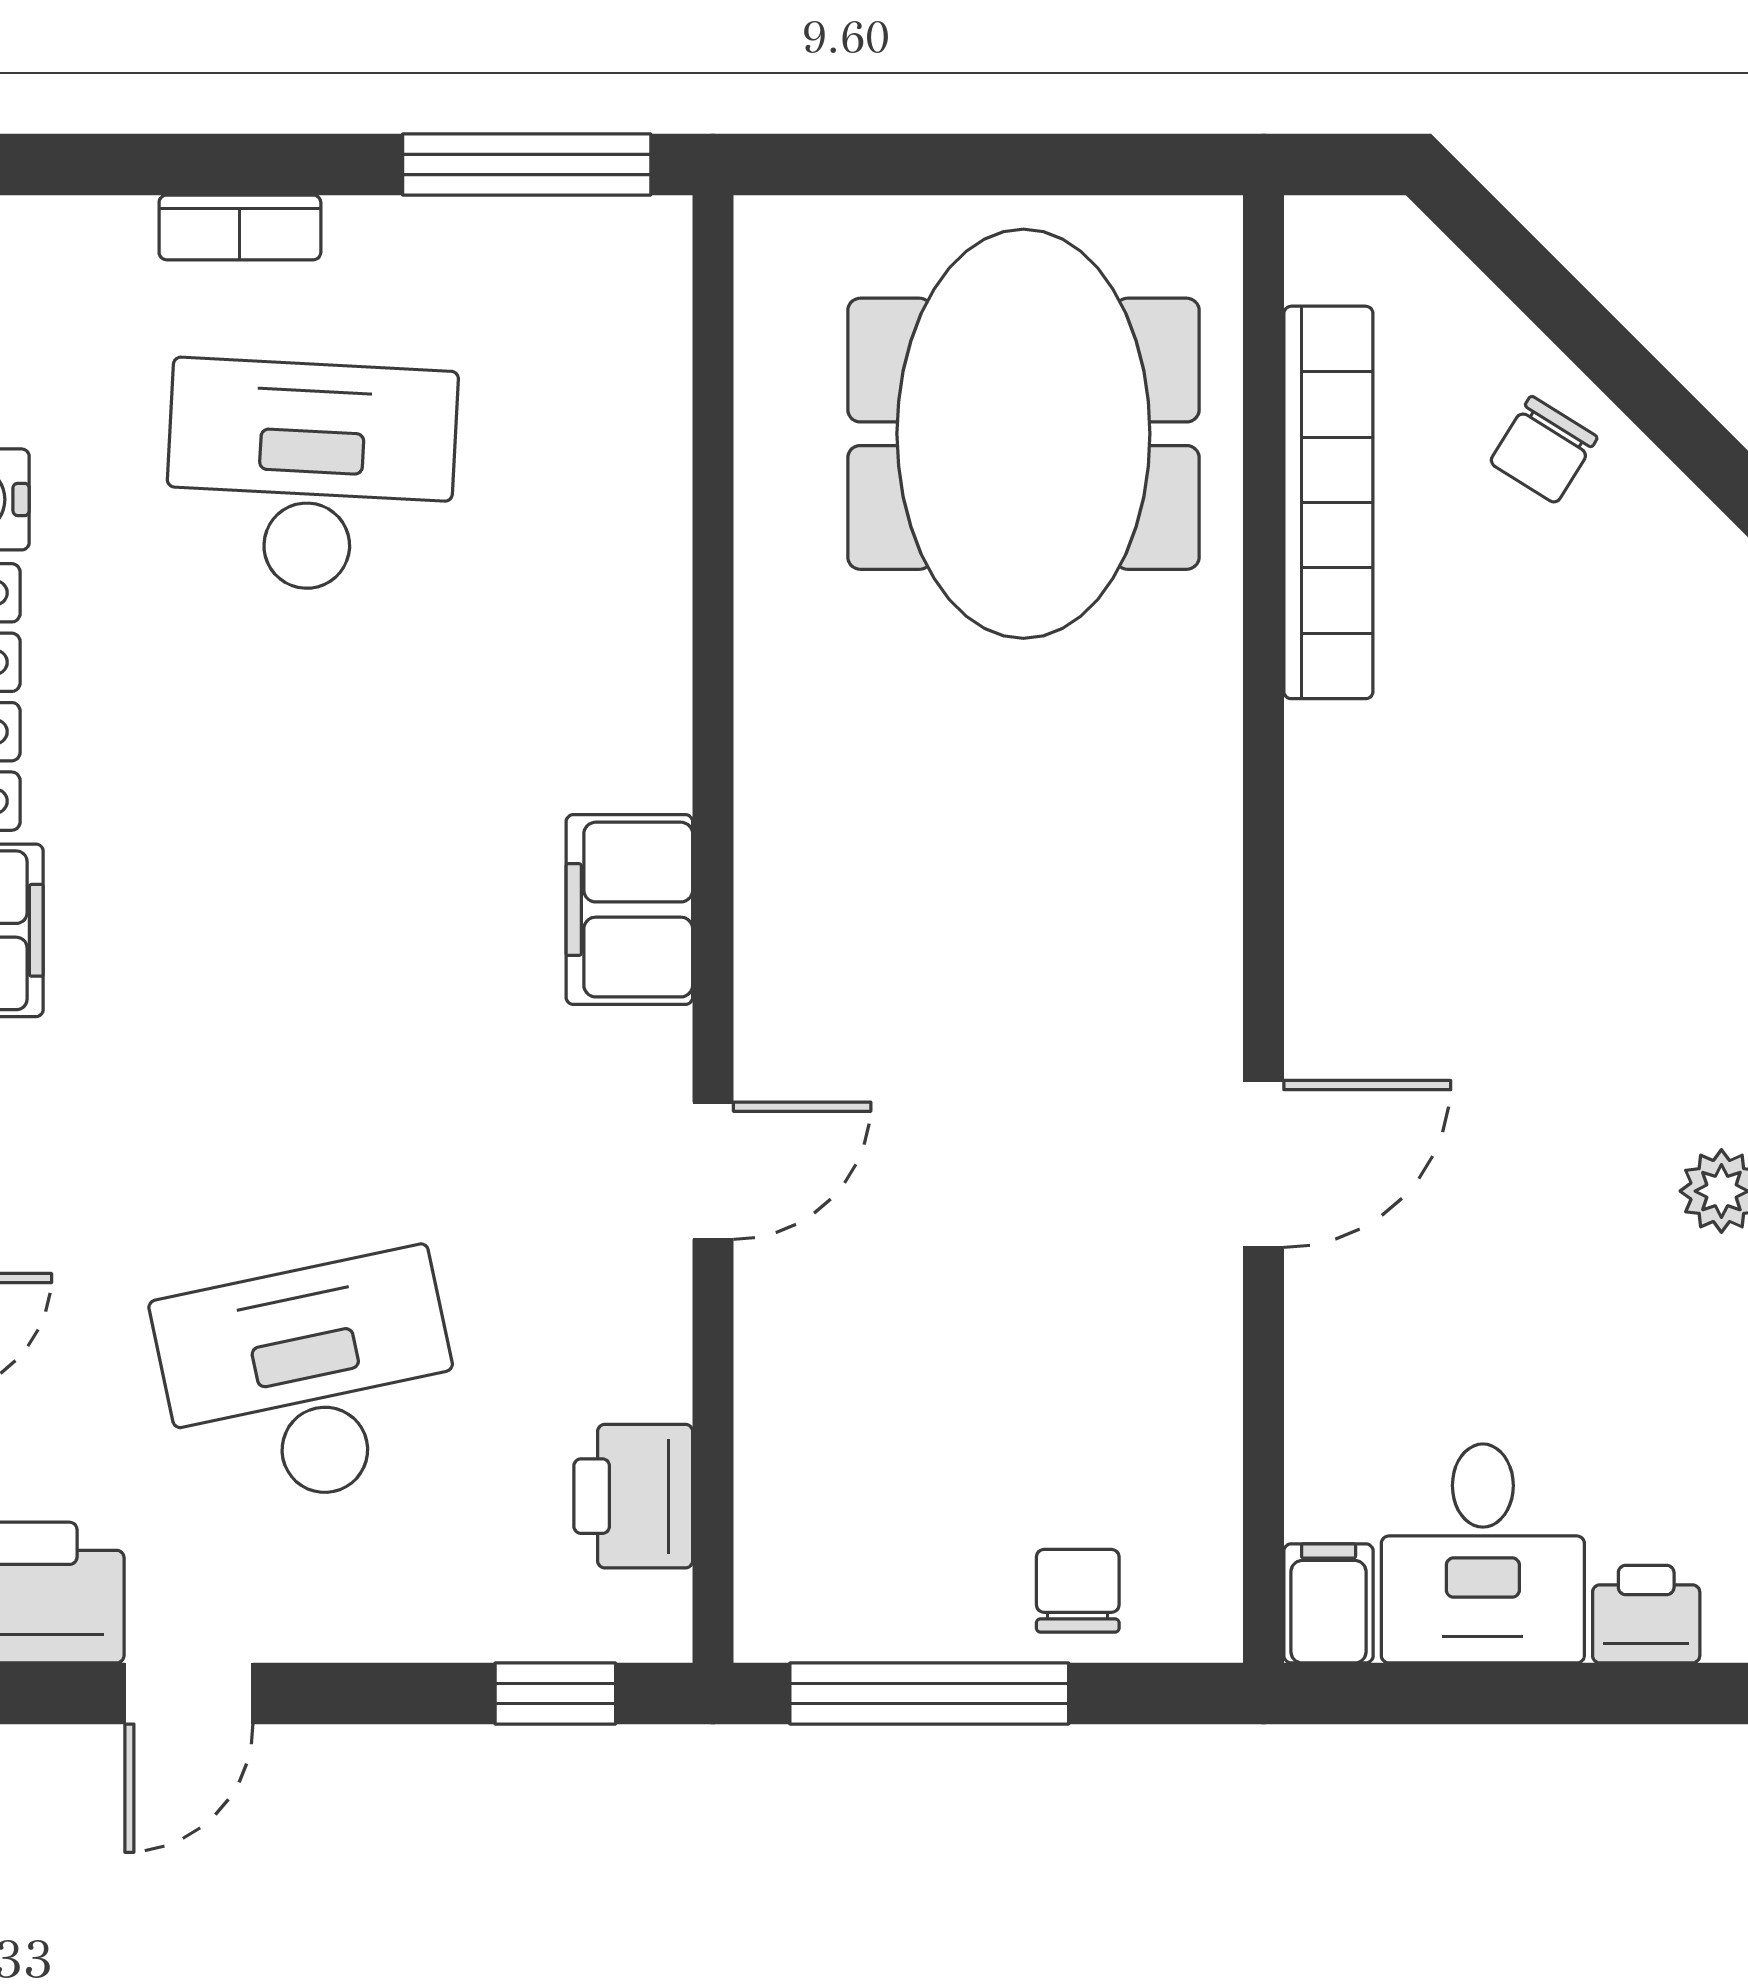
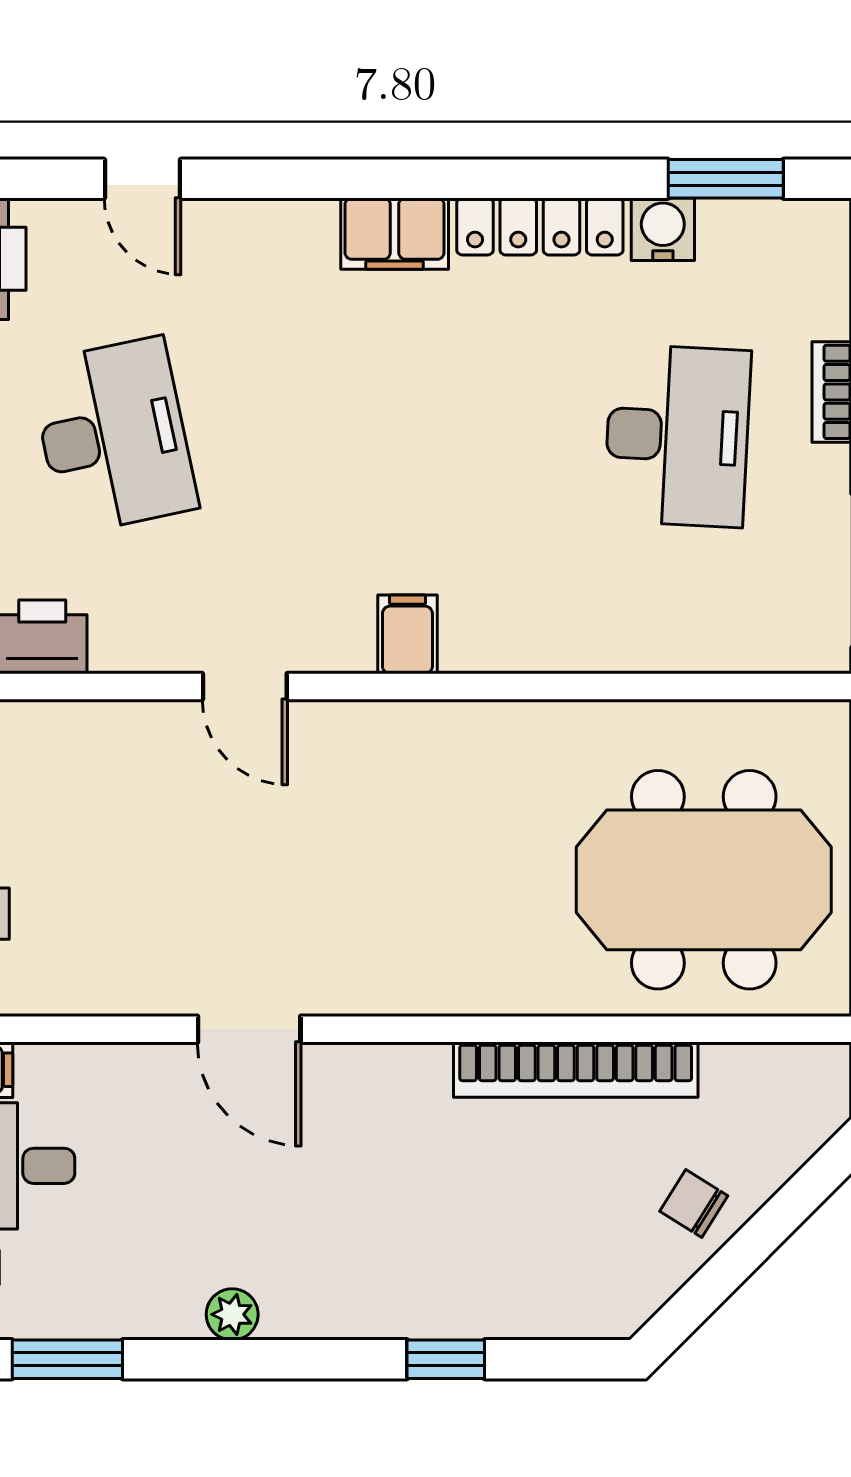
bookcase: (1328, 502) -> (576, 1070), moved
filing cabinet: (629, 910) -> (407, 634), width x0.50

